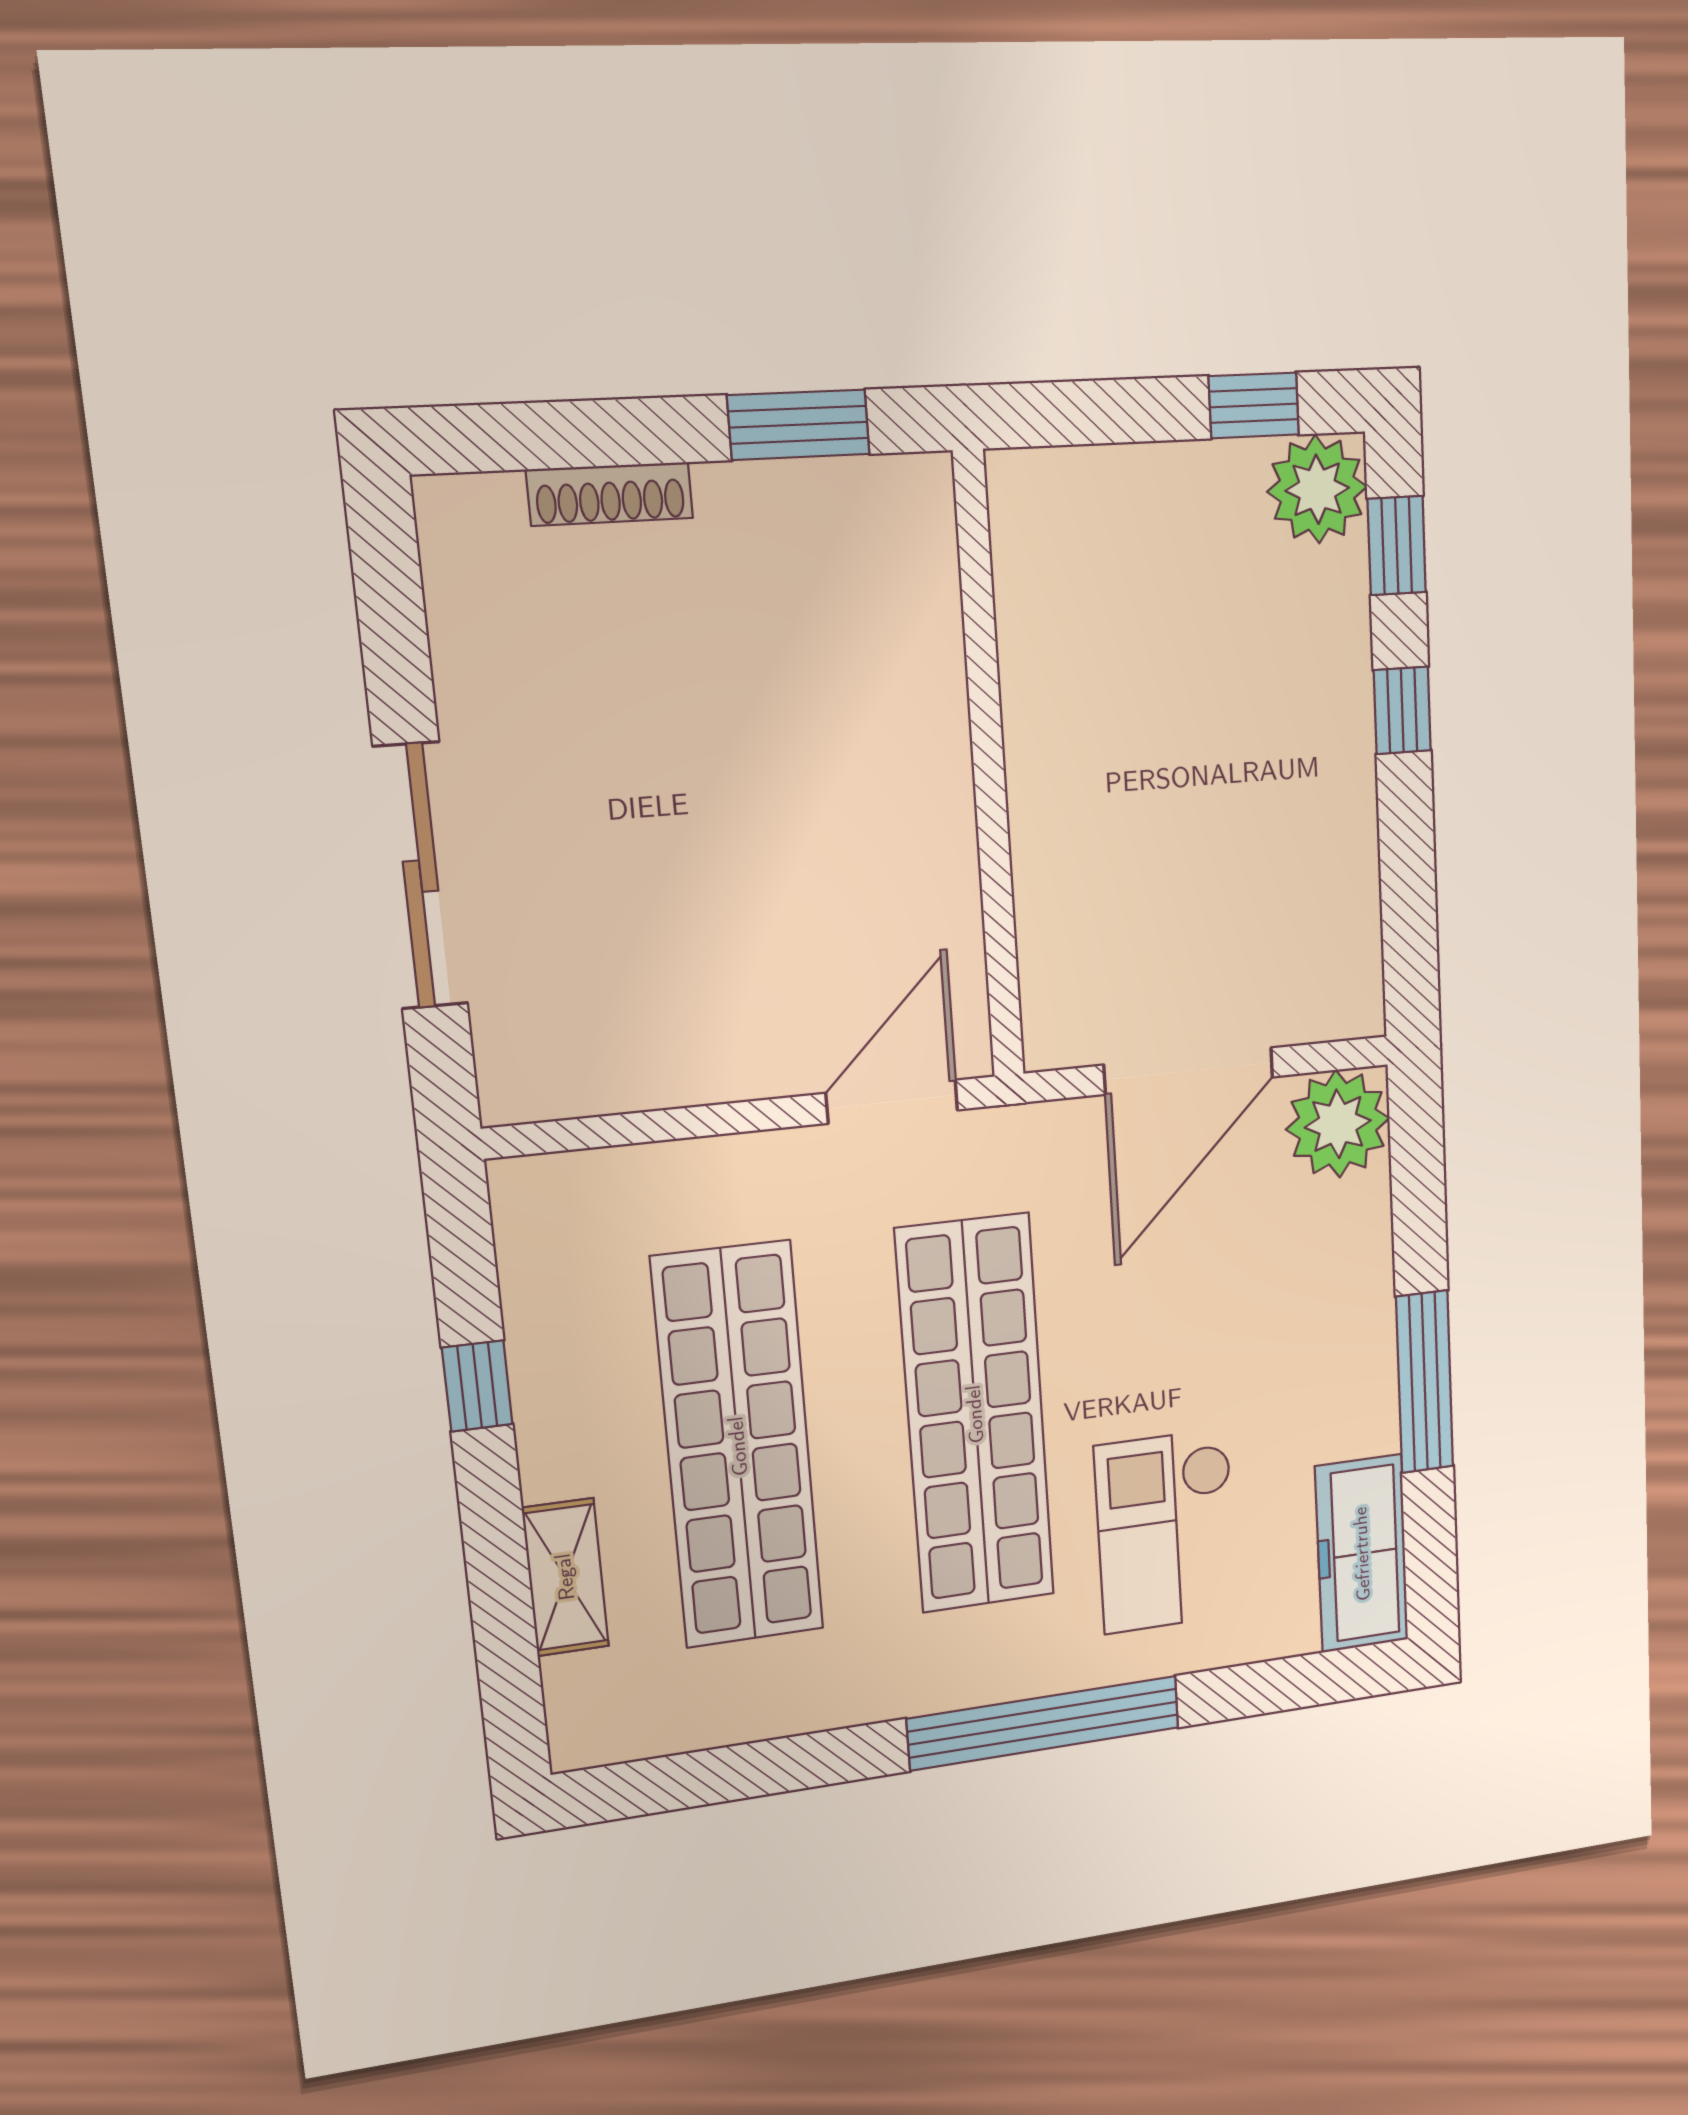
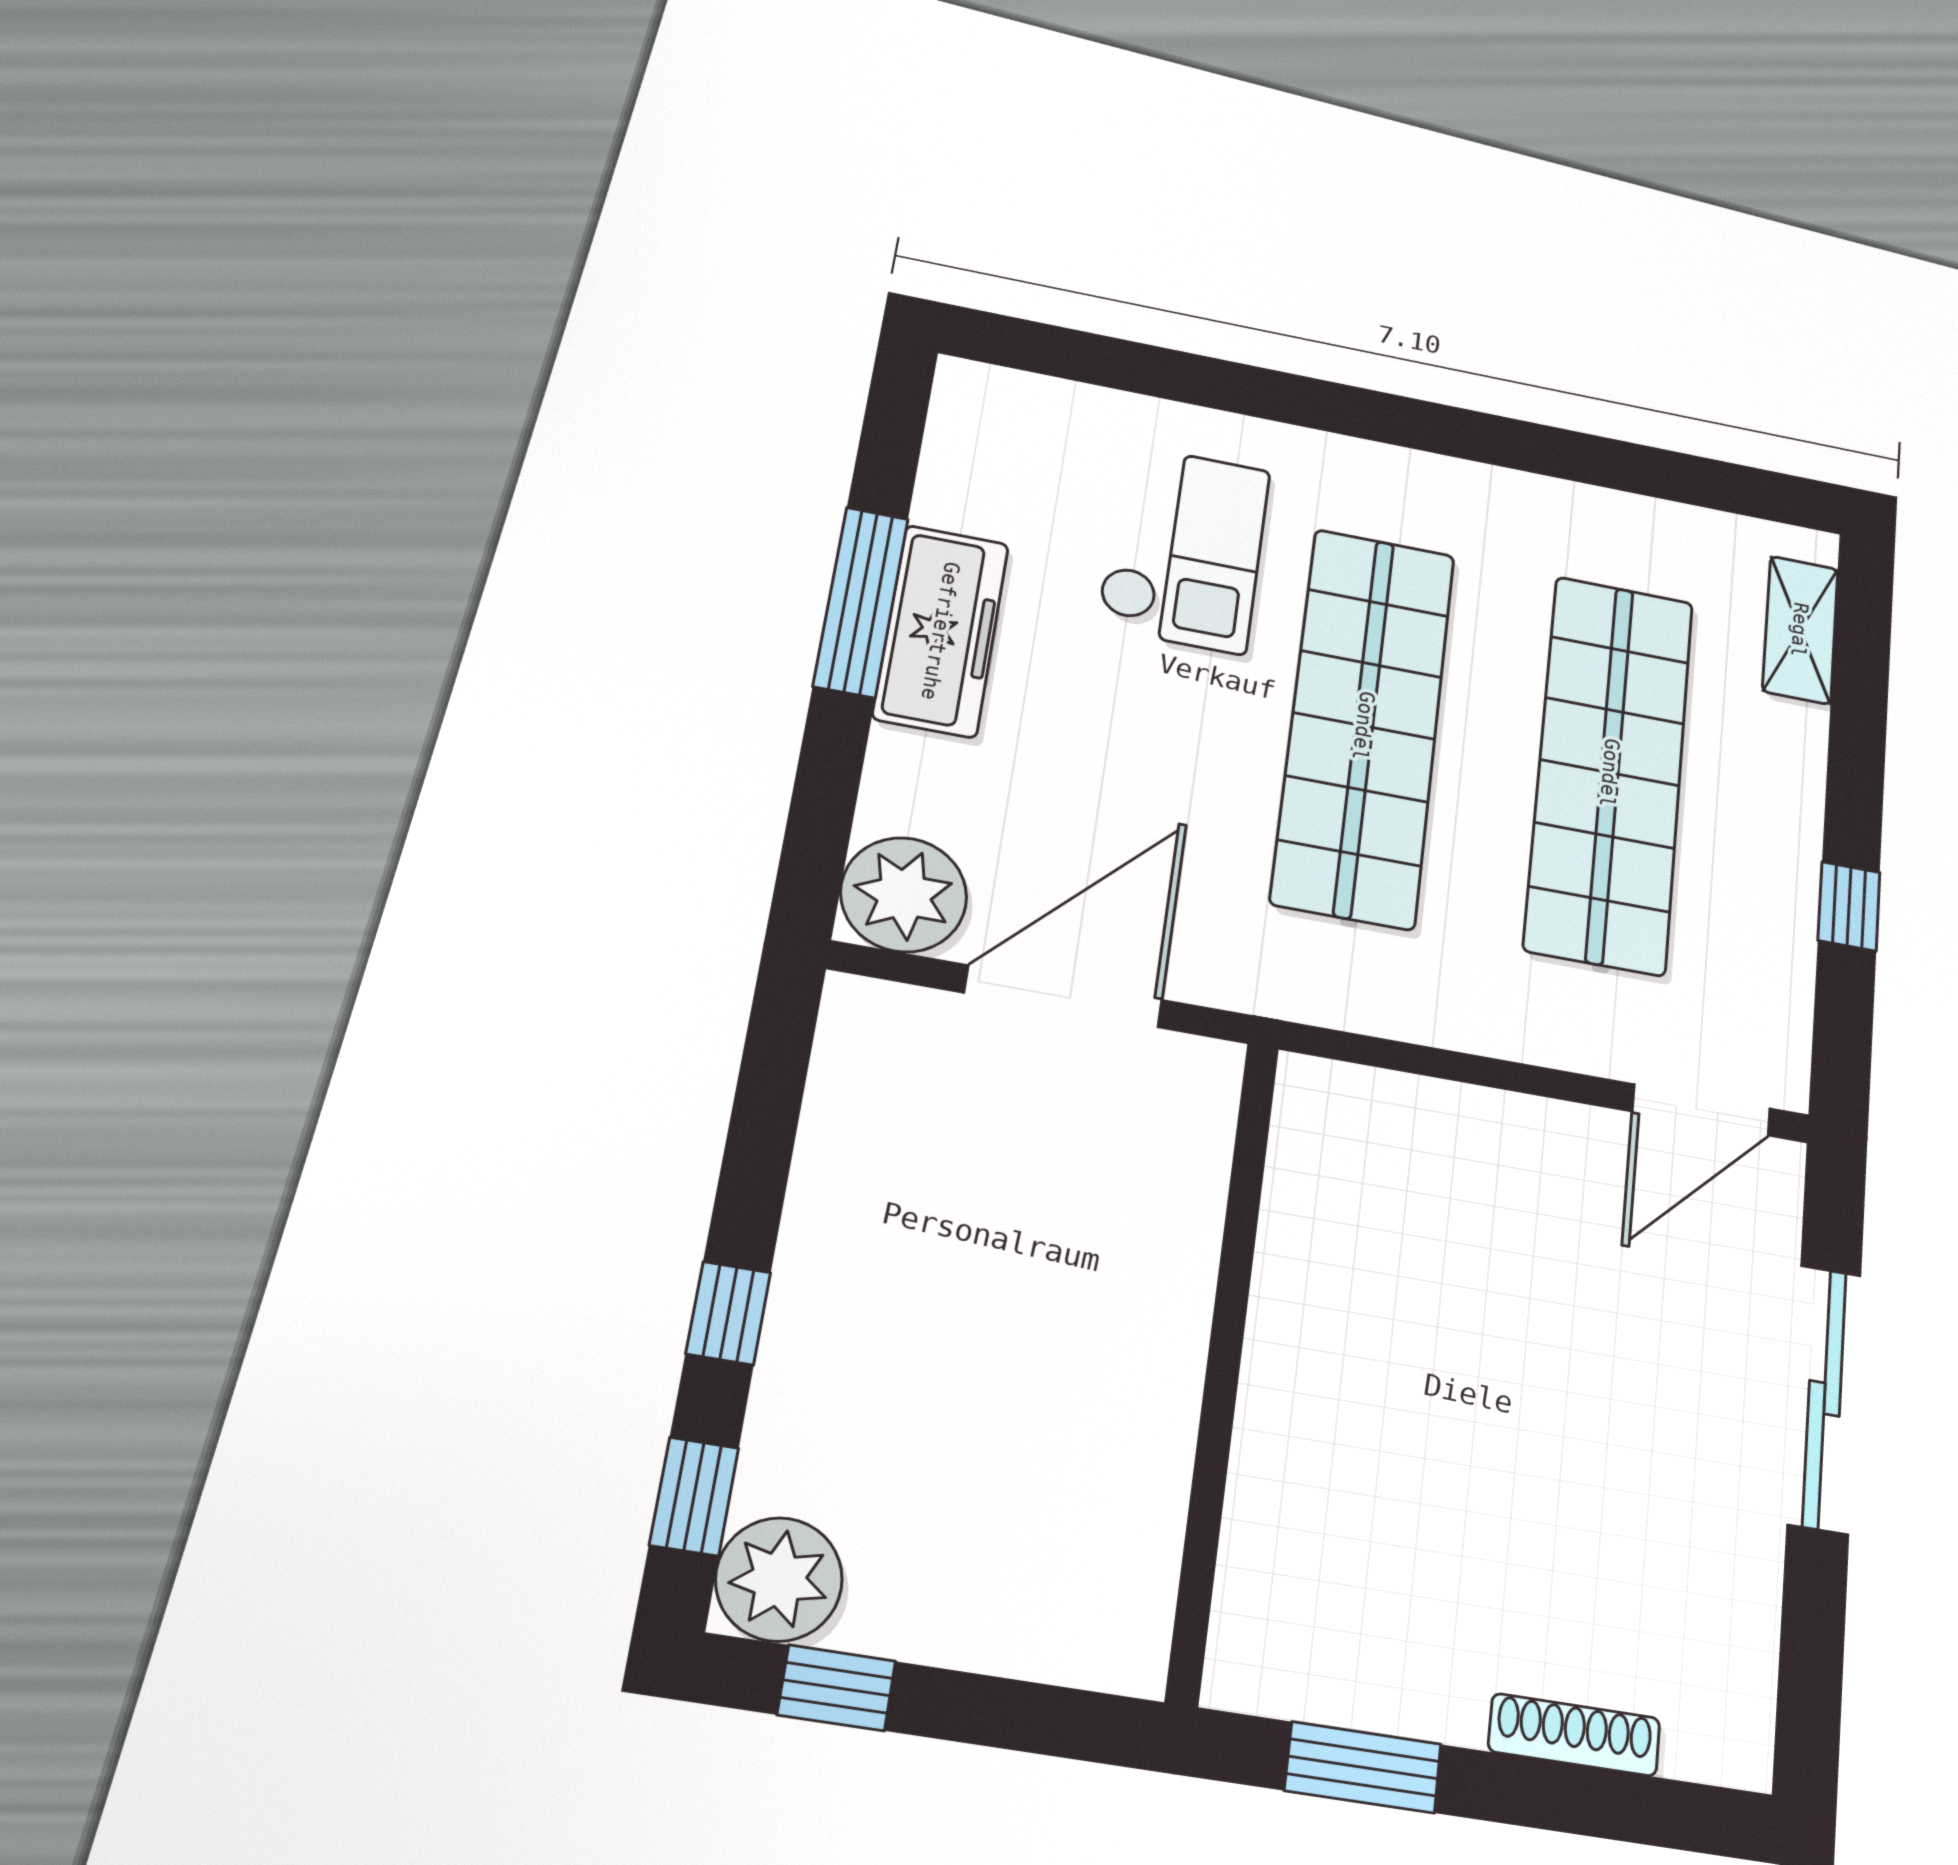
door: (892, 1102) -> (1701, 1110), moved
freezer: (1362, 1554) -> (941, 631), moved
shelving: (565, 1577) -> (1800, 630), moved
window: (1044, 1723) -> (1350, 411), removed

